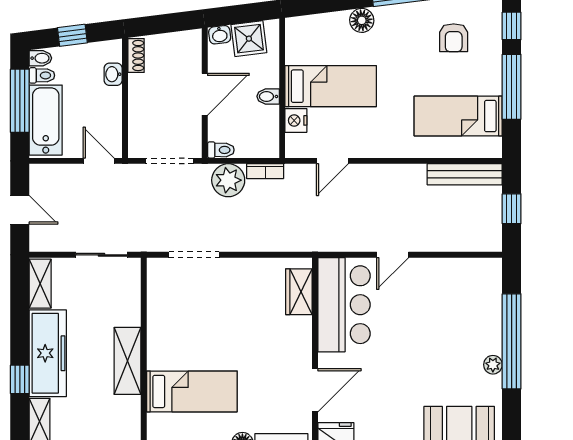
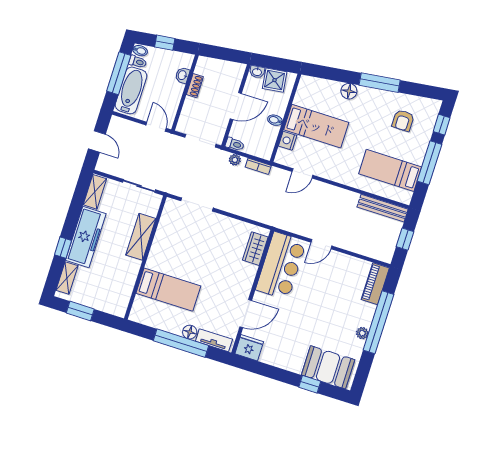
shoe rack: (136, 56) -> (195, 86), moved
plant: (228, 180) -> (235, 160), width x0.53, depth x0.53
piano: (489, 287) -> (375, 284), added
shelving: (128, 361) -> (141, 237), moved

